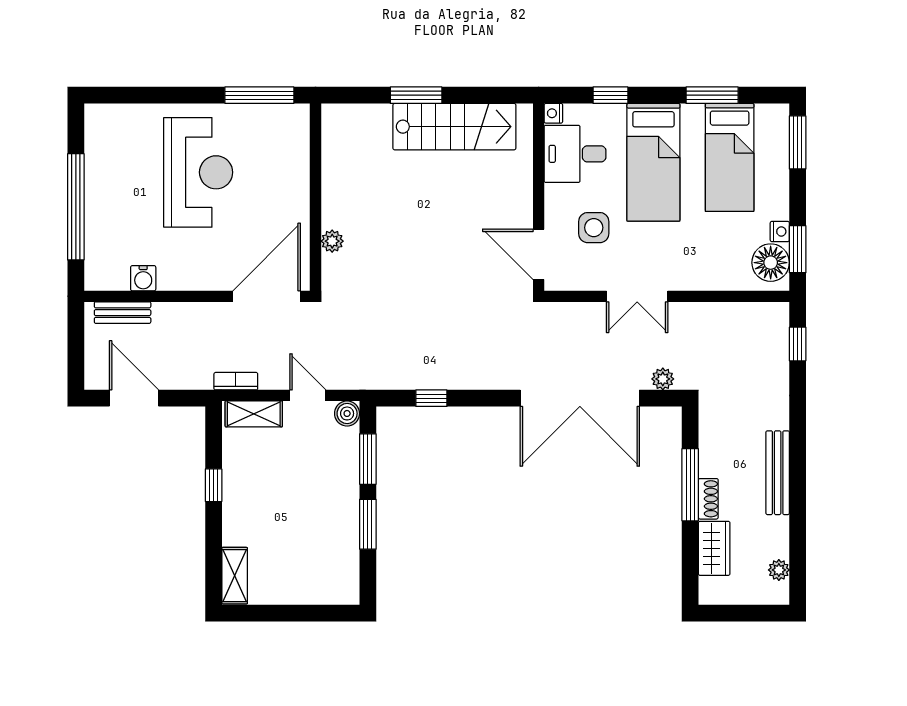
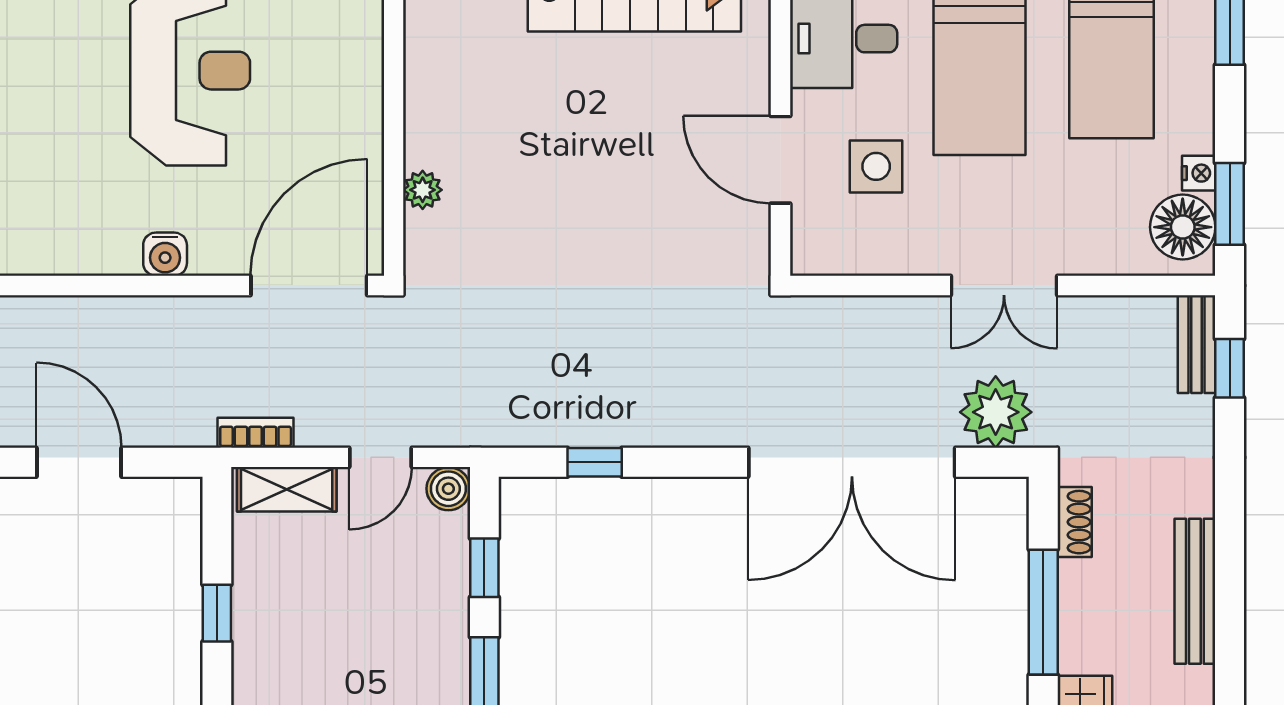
door: (539, 254) -> (781, 160), moved
water cooler: (143, 278) -> (165, 254), moved
double door: (637, 296) -> (1004, 285), moved
bench: (123, 313) -> (1197, 344), moved, turned 90
plant: (663, 379) -> (996, 412), width x1.88, depth x1.88
door: (308, 395) -> (380, 457), swing flipped
window: (368, 459) -> (484, 568), width x0.67
shoe rack: (708, 499) -> (1075, 522), moved

